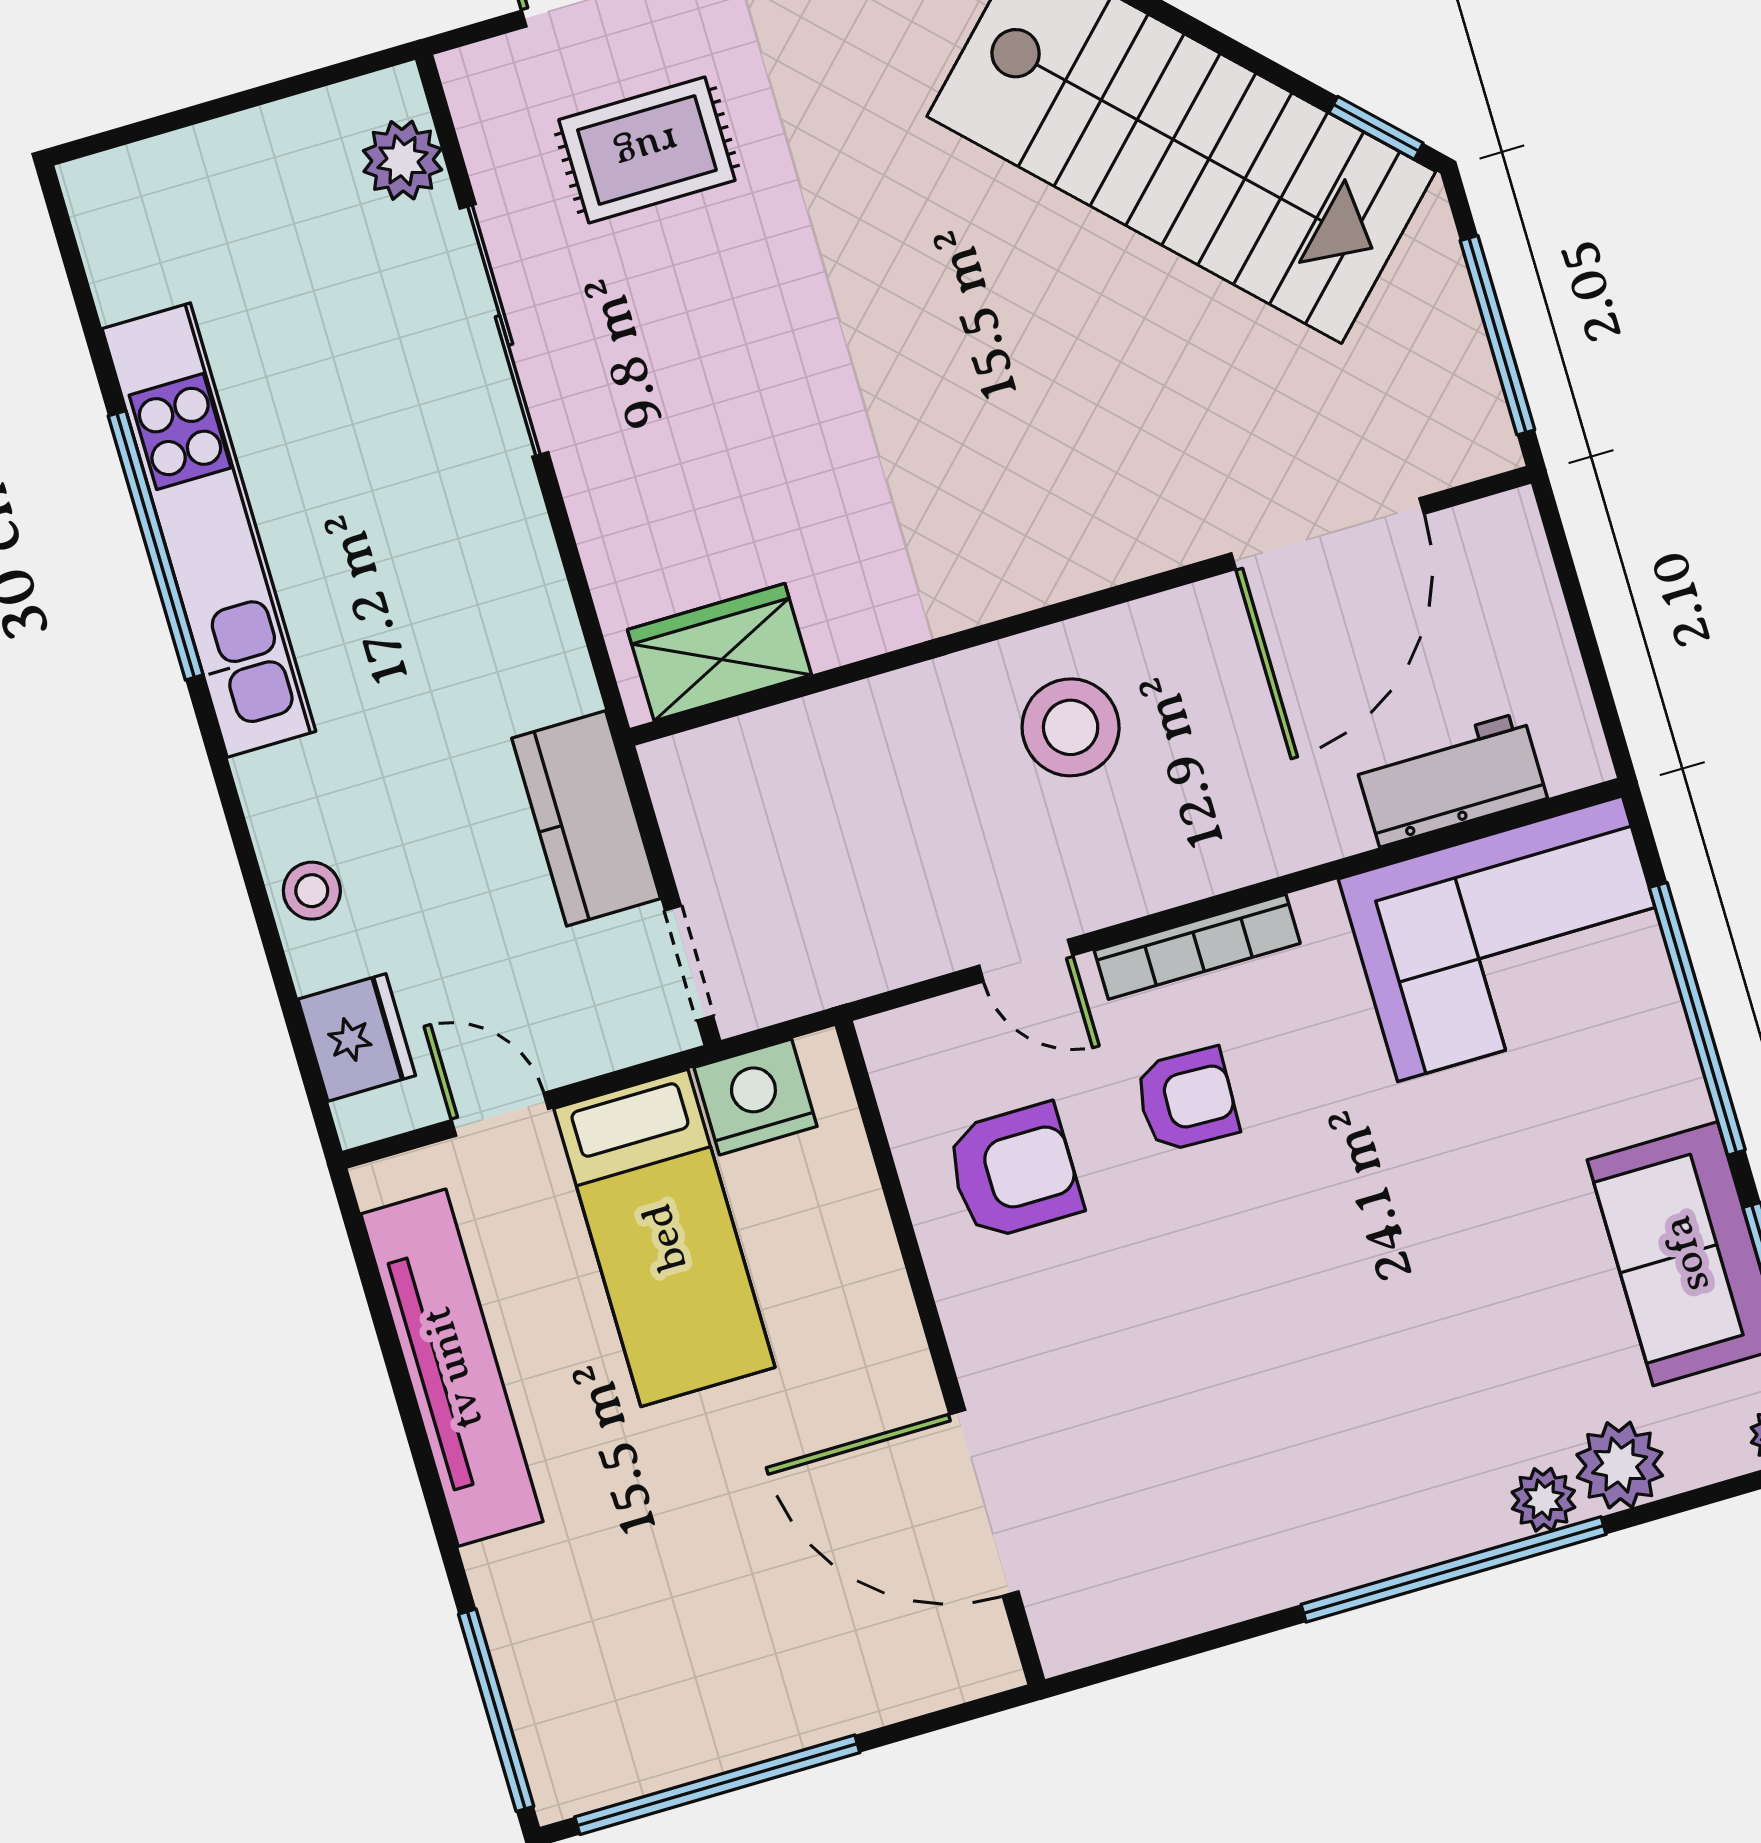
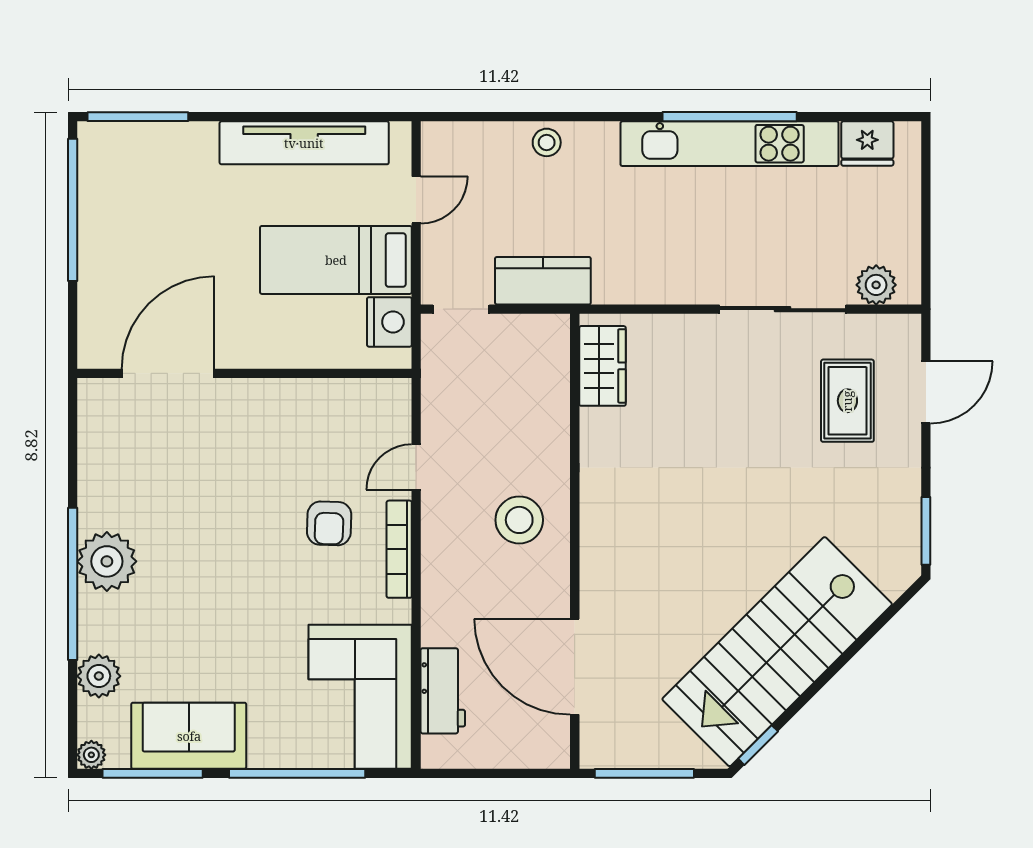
fridge: (357, 1037) -> (867, 143), moved
armchair: (1014, 1172) -> (319, 433), removed
plant: (1543, 1500) -> (107, 561), moved, width x1.87, depth x1.87

